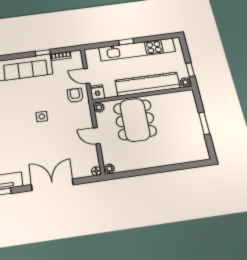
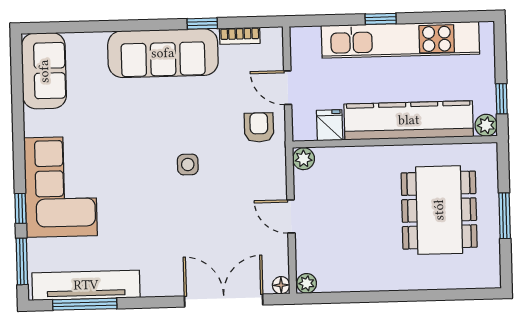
fridge: (97, 92) -> (330, 125), moved
dining table: (135, 120) -> (439, 210), moved
double door: (52, 185) -> (224, 301), moved

